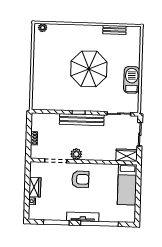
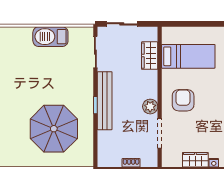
parasol: (89, 69) -> (54, 129), moved
wardrobe: (127, 155) -> (150, 56), moved
bed: (127, 185) -> (188, 56), moved

